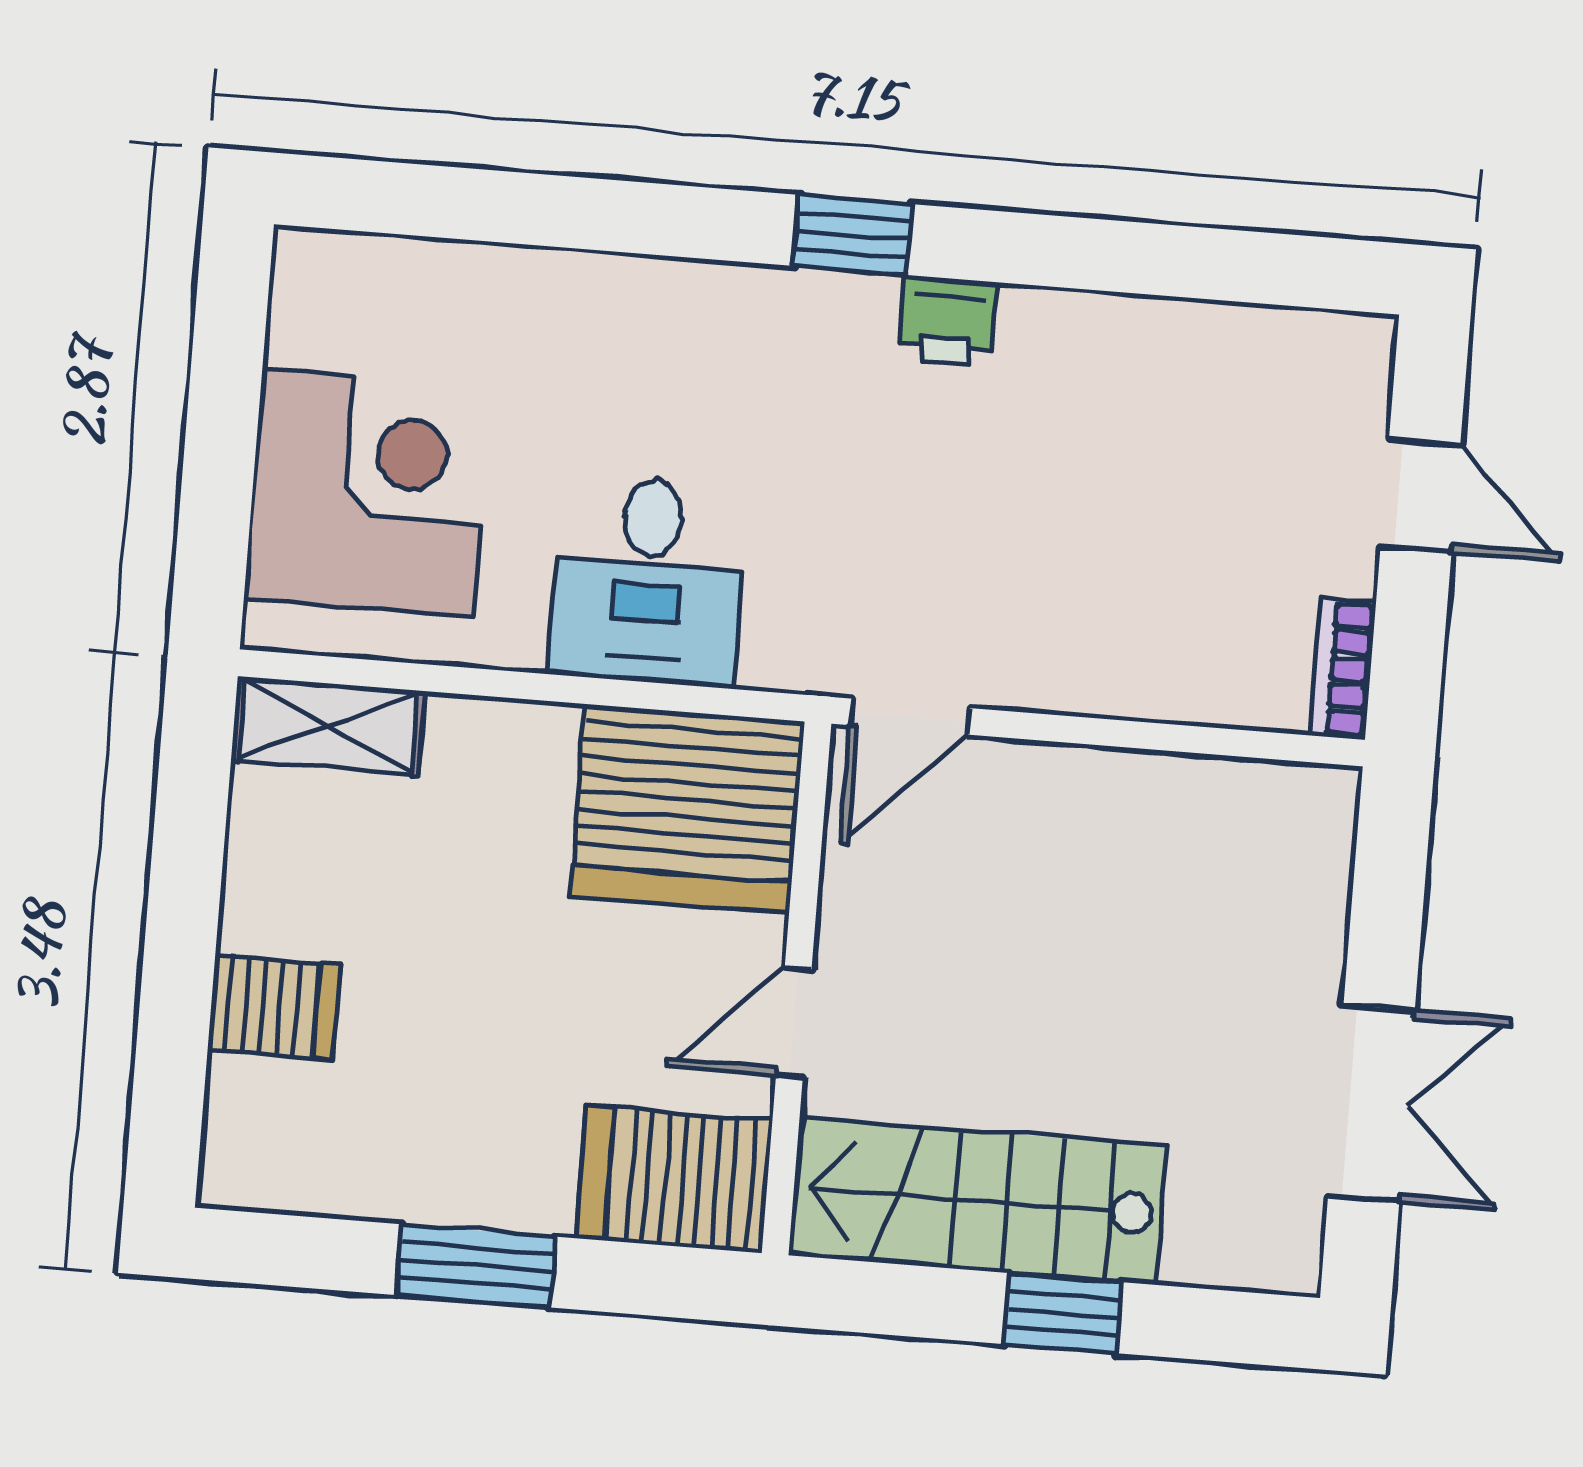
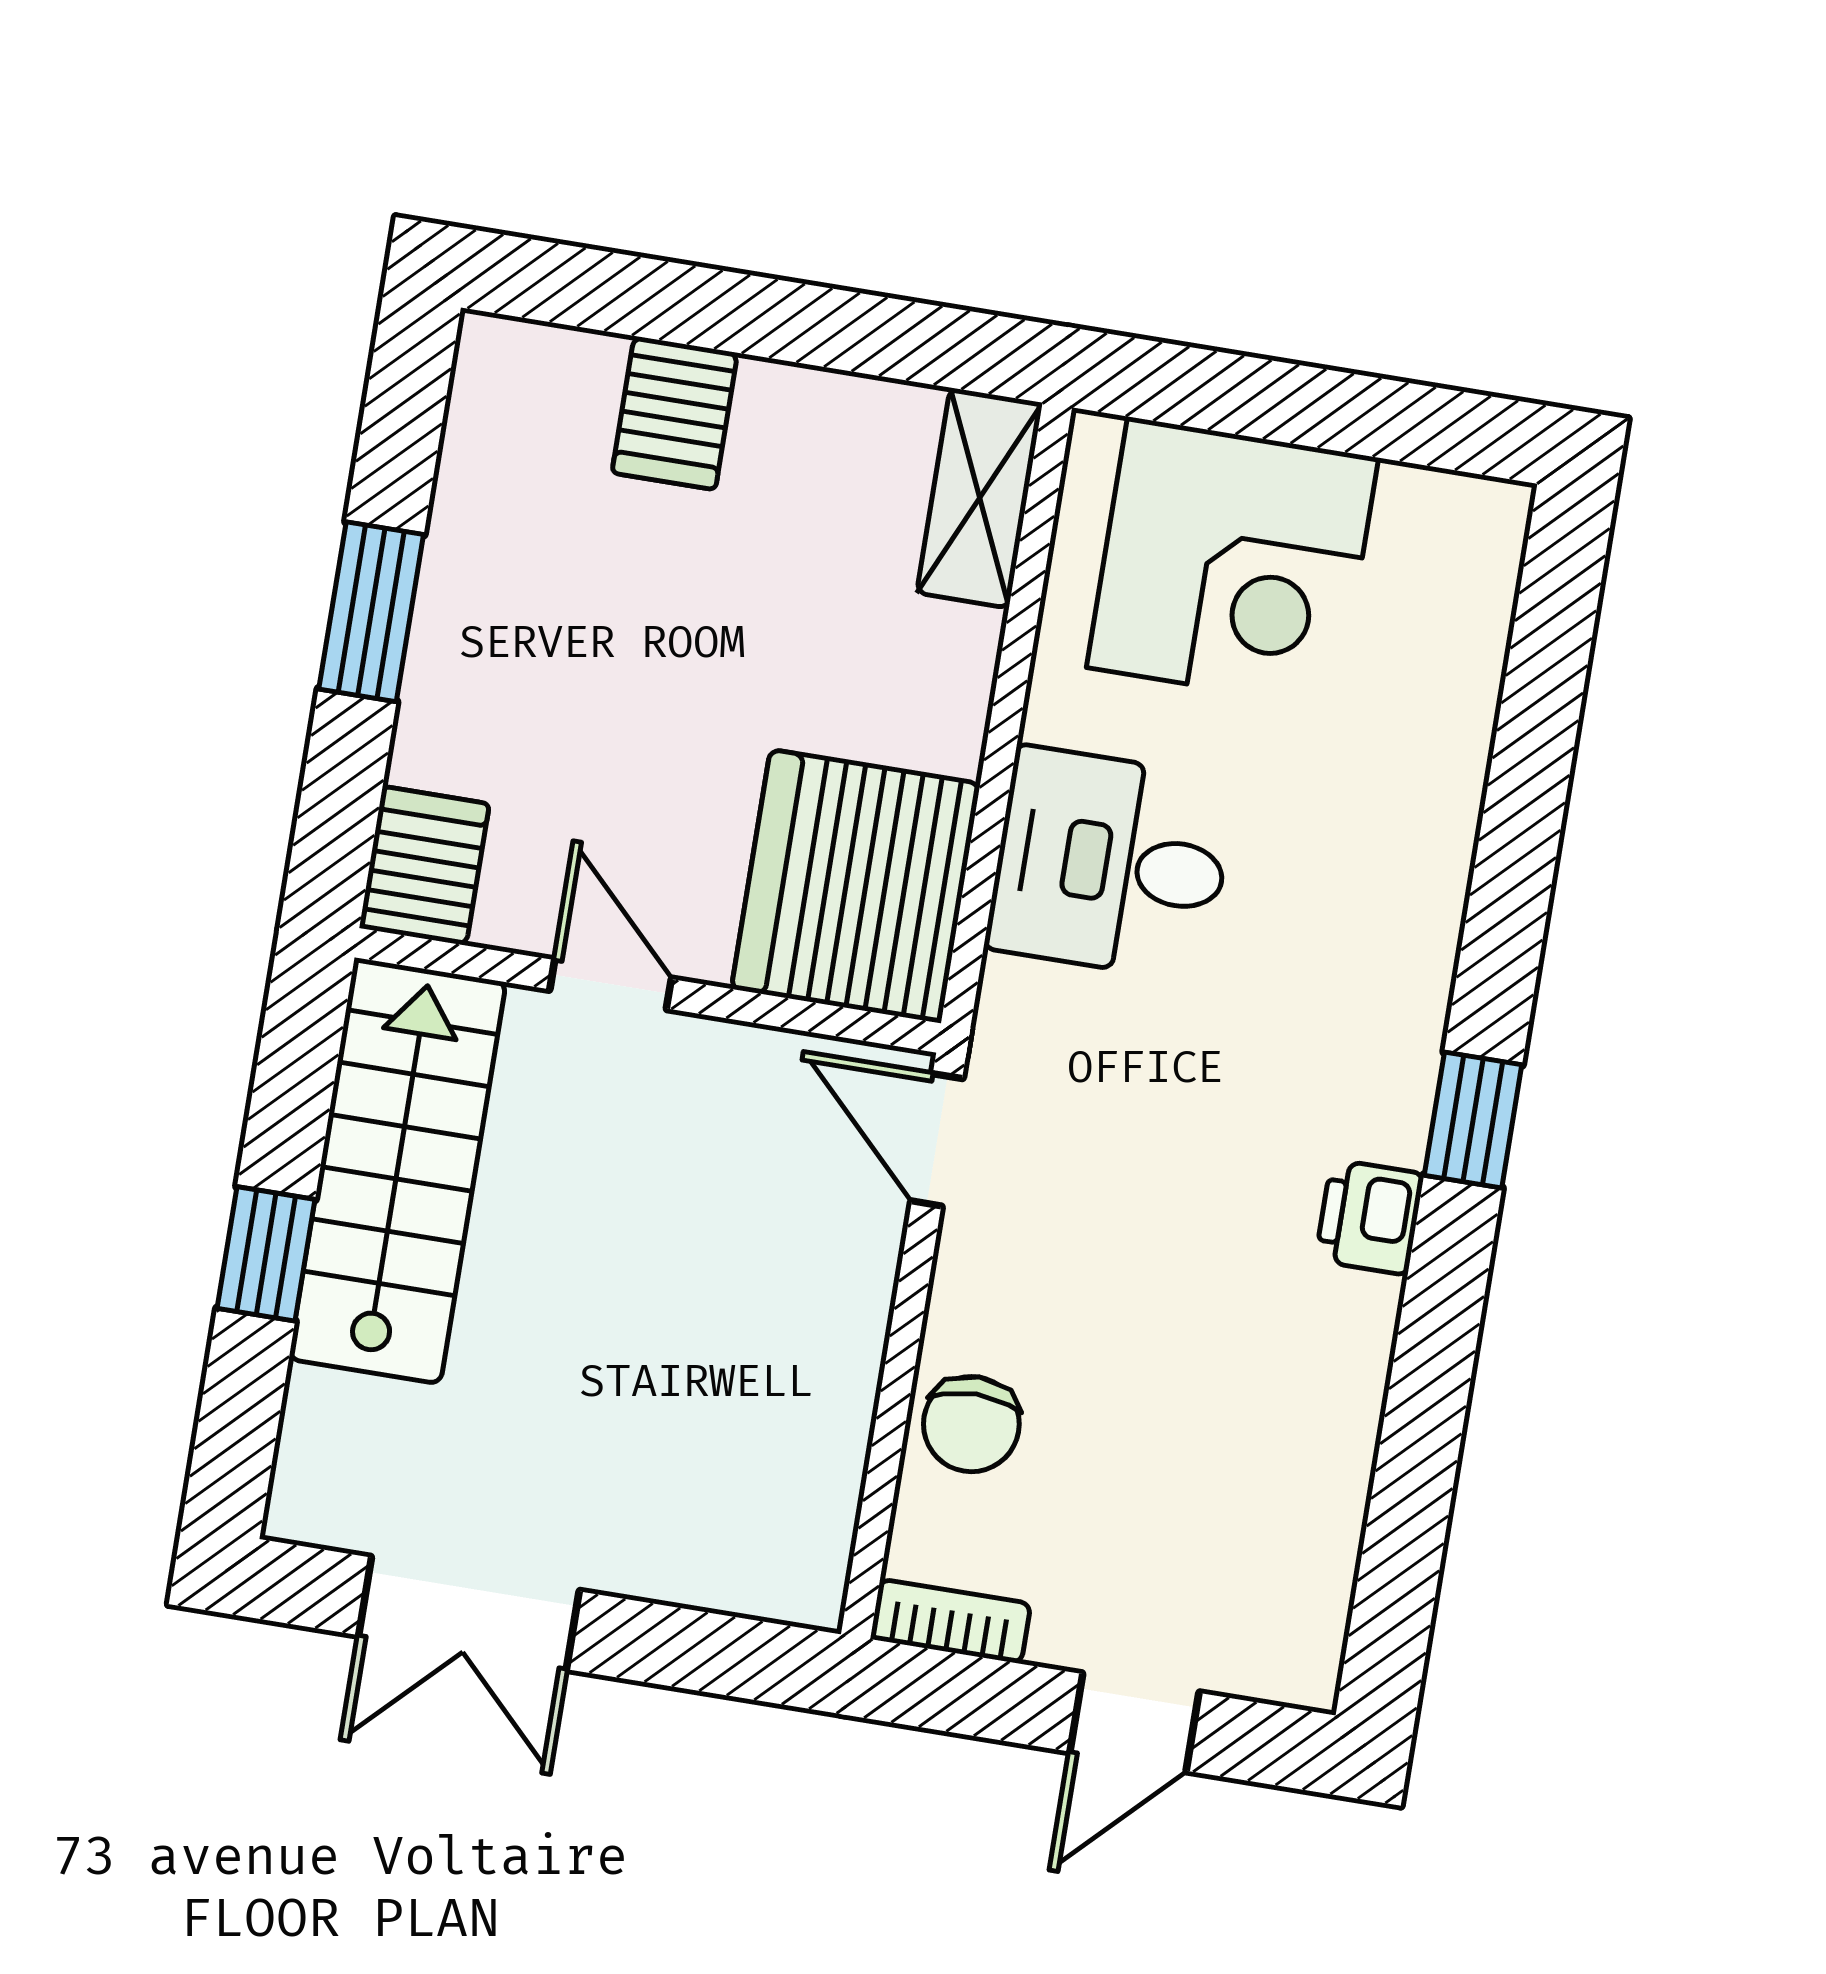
chair: (1164, 665) -> (971, 1424), added
server rack: (674, 1179) -> (424, 866), width x0.73, depth x0.70

